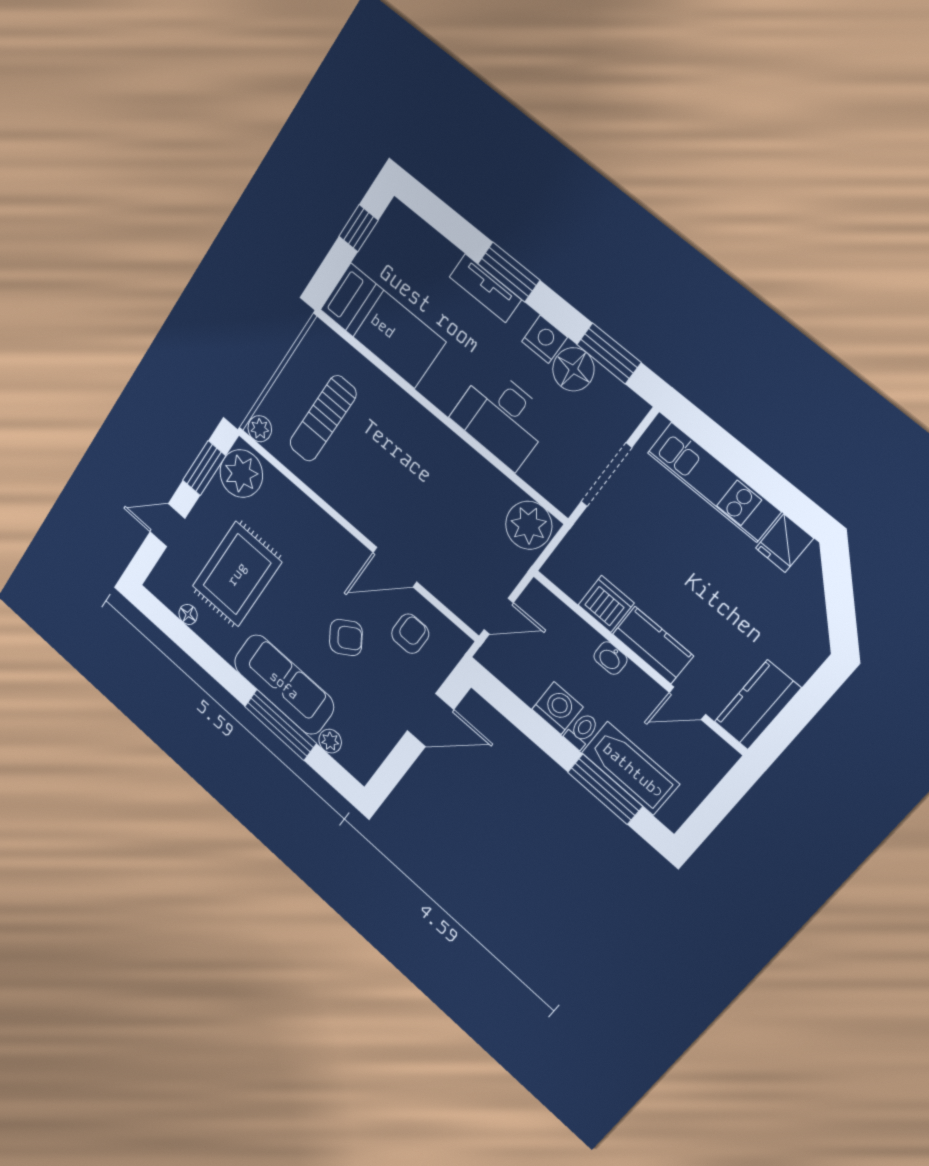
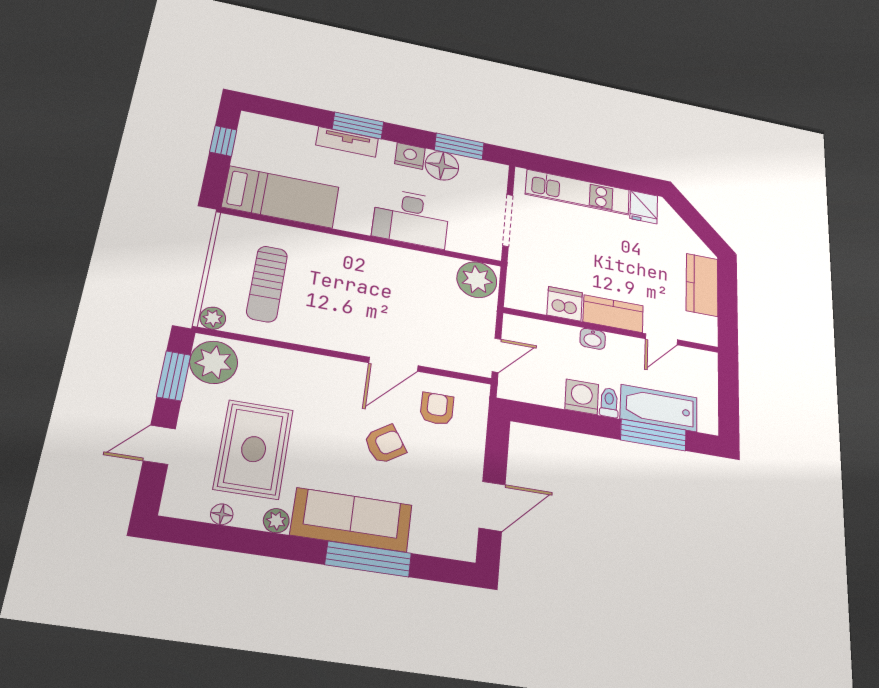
kitchen counter: (758, 705) -> (702, 285), moved
door: (430, 720) -> (492, 506), moved
plant: (330, 741) -> (276, 521), moved

